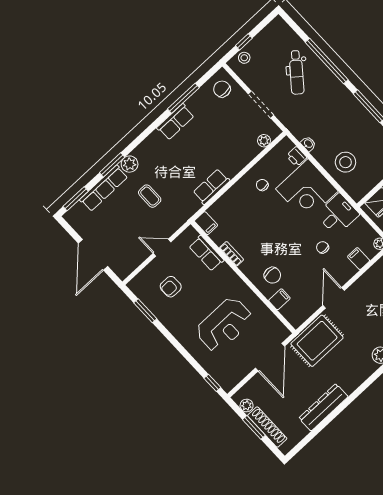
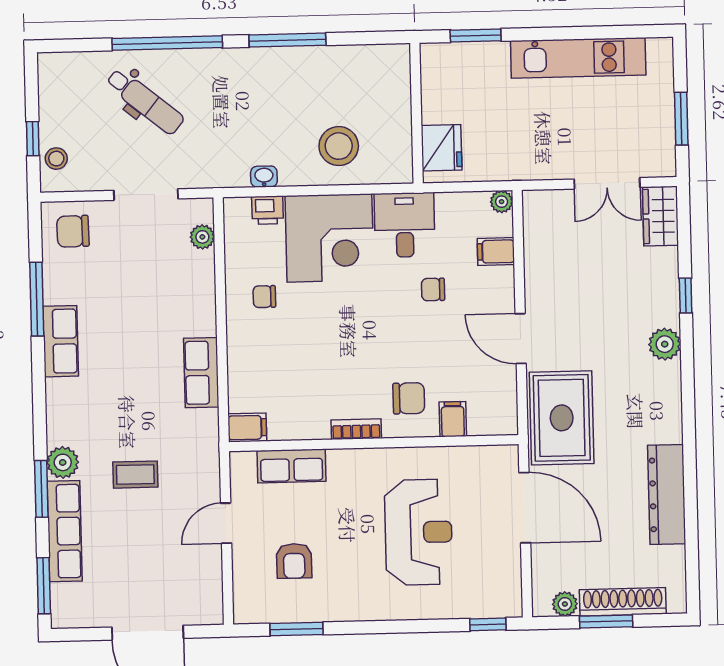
bookcase: (232, 254) -> (356, 429), moved

